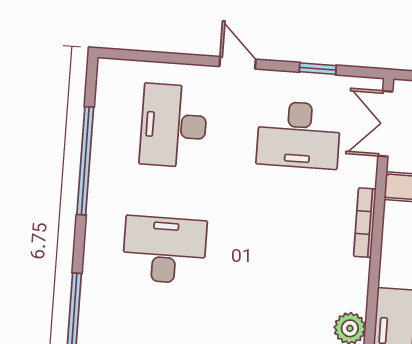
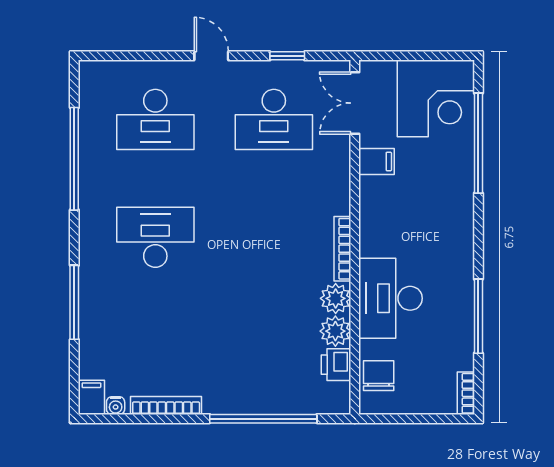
desk: (174, 126) -> (155, 119), turned -90
bookcase: (365, 223) -> (342, 249), moved

